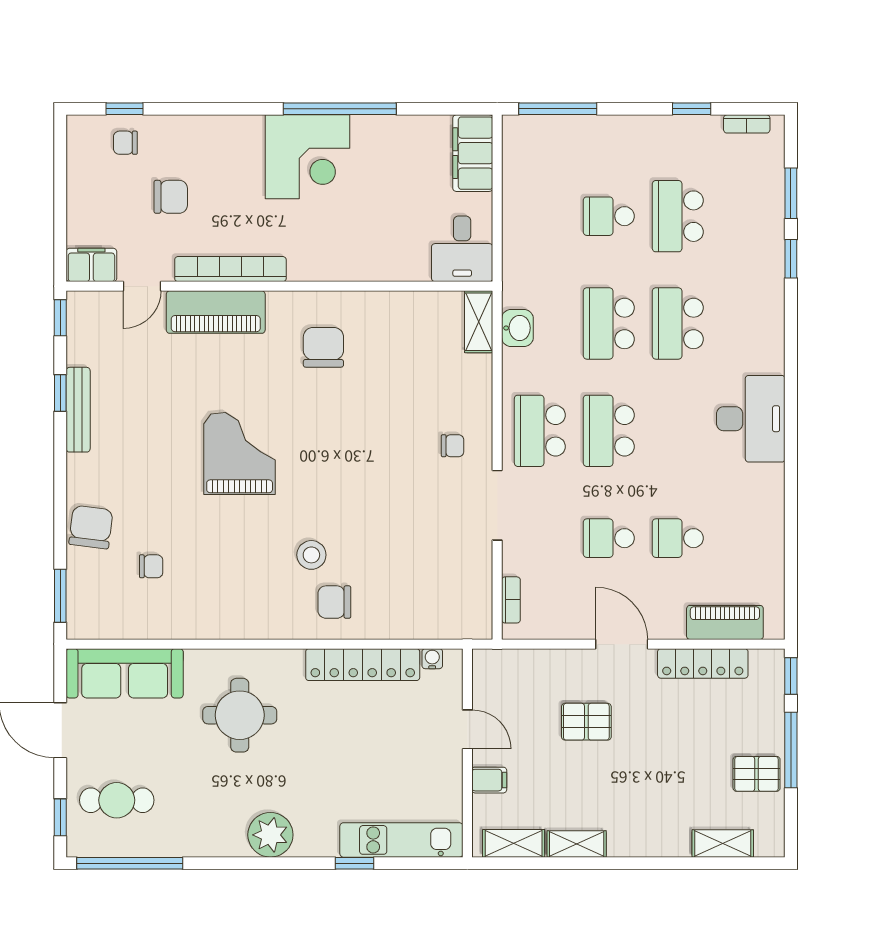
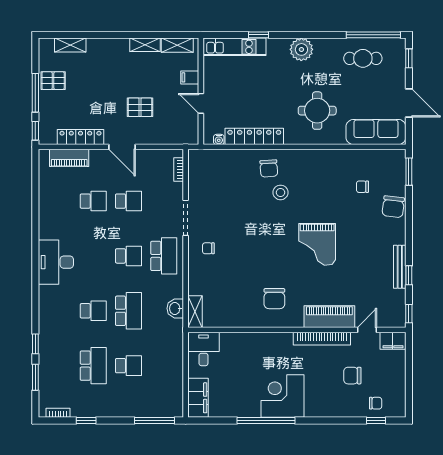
school desk: (678, 323) -> (93, 311), width x0.54
school desk: (609, 431) -> (129, 256), width x0.54
chair: (334, 602) -> (269, 168), turned 86
cafe table: (117, 800) -> (363, 58), moved

